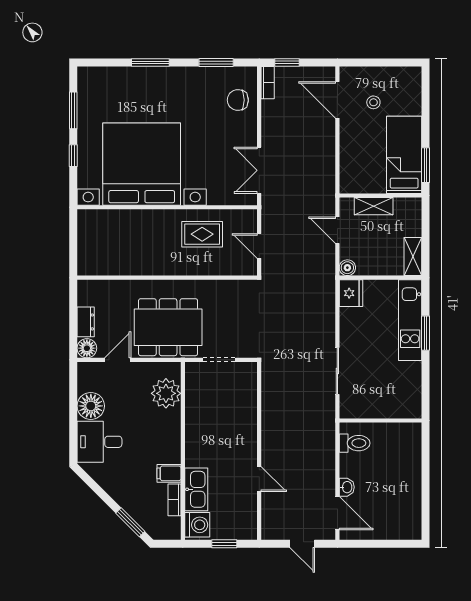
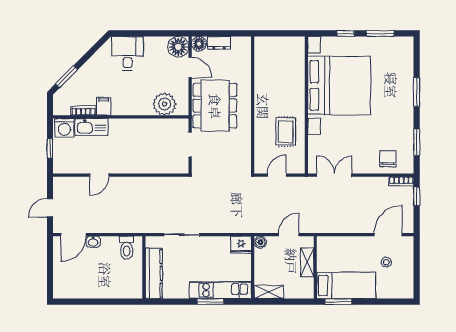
floor lamp: (91, 406) -> (178, 47), moved
kitchen counter: (388, 407) -> (154, 273), added

